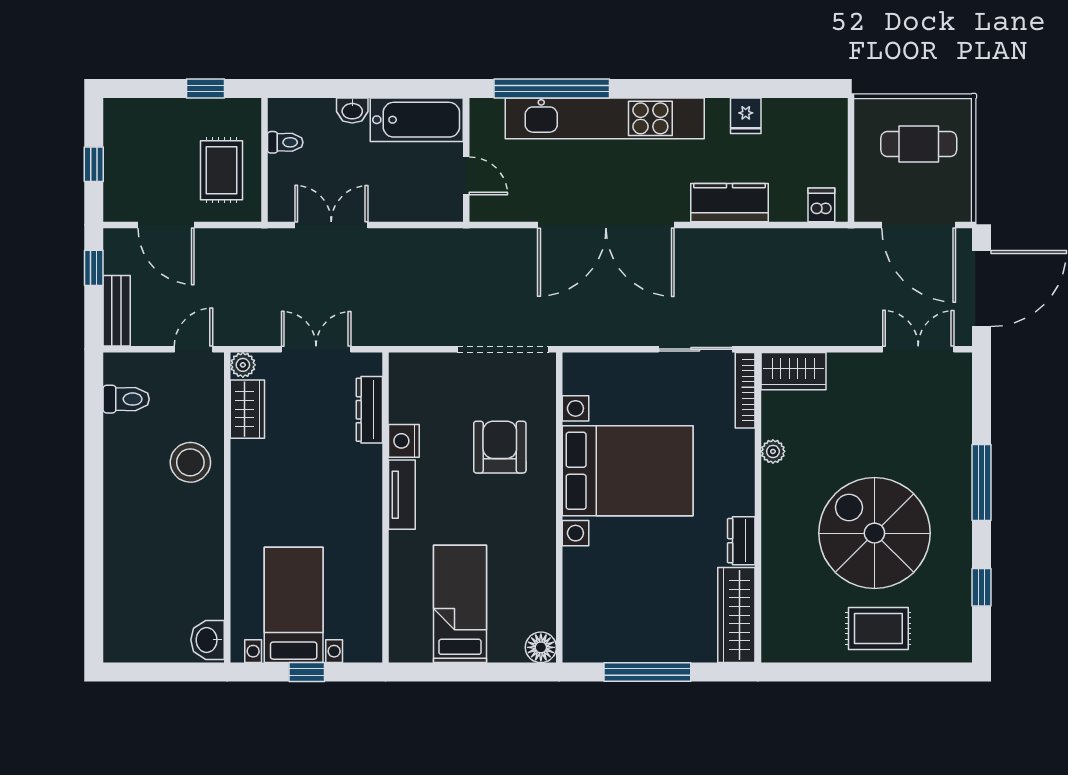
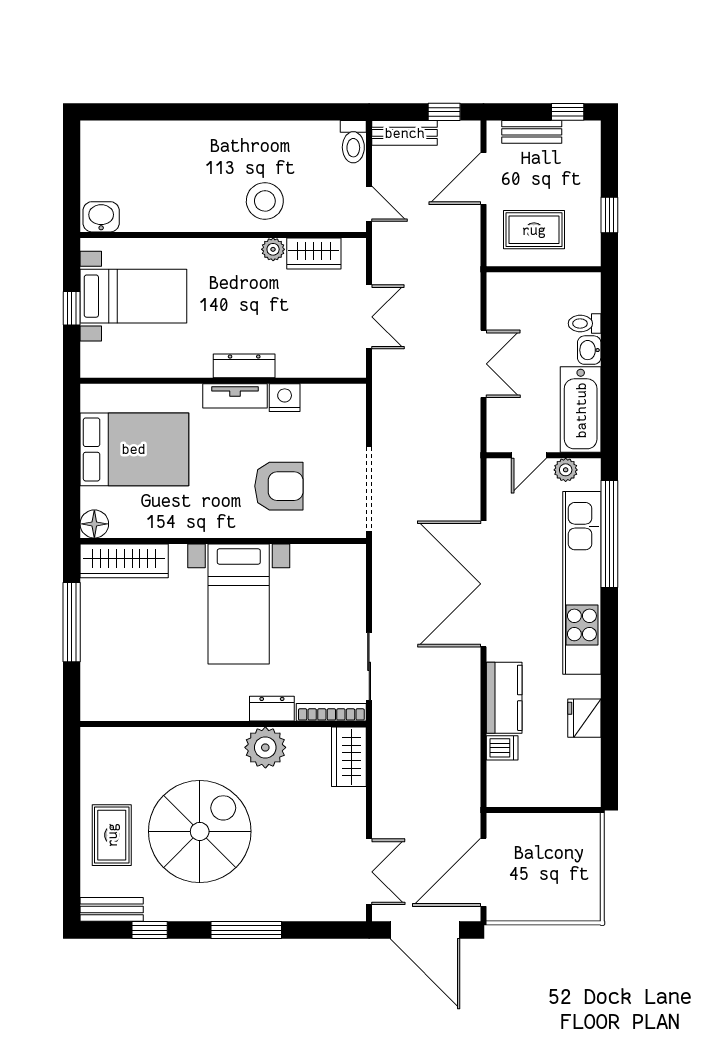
fridge: (746, 116) -> (584, 718), width x1.38
plant: (482, 136) -> (566, 470), added
toilet: (285, 142) -> (585, 323), moved, turned 90
cafe table: (919, 144) -> (558, 872), removed
window: (94, 164) -> (568, 112), moved
bench: (115, 173) -> (532, 132), added
dishwasher: (821, 205) -> (502, 748), moved
double door: (331, 225) -> (484, 364), moved
plant: (243, 365) -> (273, 249), moved
toilet: (126, 399) -> (353, 142), moved
dresser: (369, 410) -> (244, 366), moved
plant: (773, 451) -> (265, 747), width x1.88, depth x1.88
bed with nightstands: (628, 471) -> (239, 604), width x0.73
dresser: (741, 541) -> (272, 709), moved
bed: (460, 604) -> (134, 449), width x1.50
wardrobe: (736, 615) -> (124, 561), moved, turned 180
bench: (959, 629) -> (112, 909), added

